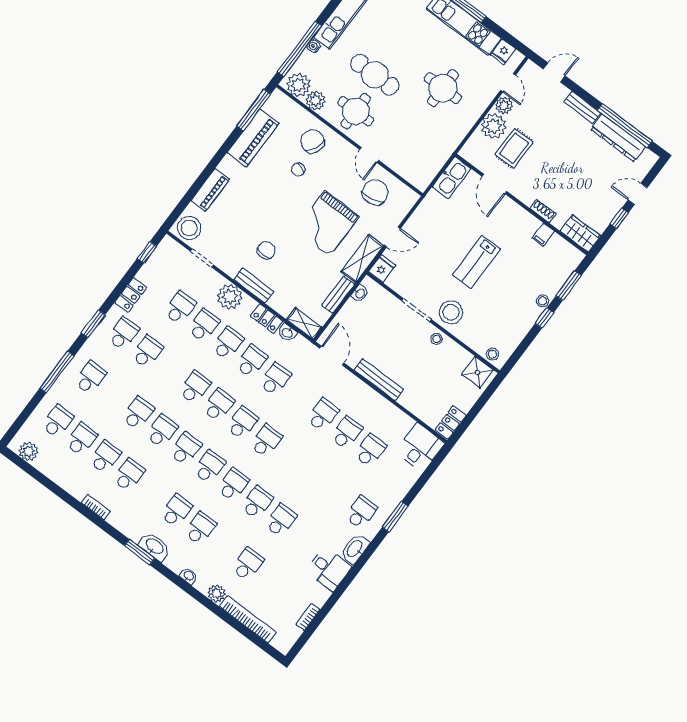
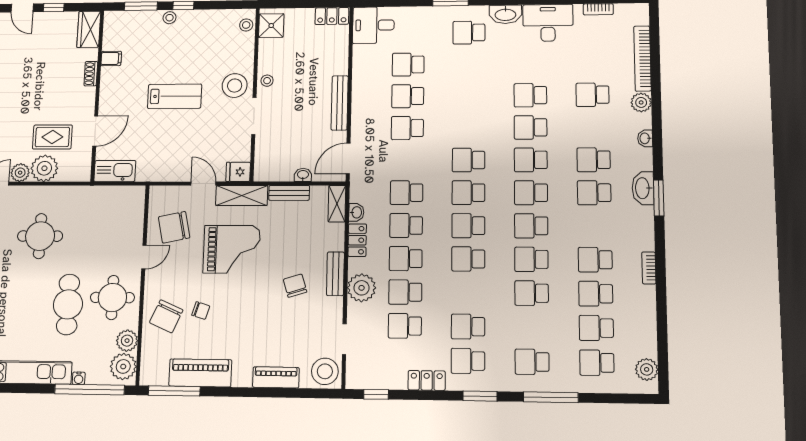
chair: (266, 250) -> (295, 286), turned 73
washbasin: (360, 293) -> (303, 175), moved
desk: (329, 569) -> (548, 23), width x1.37

